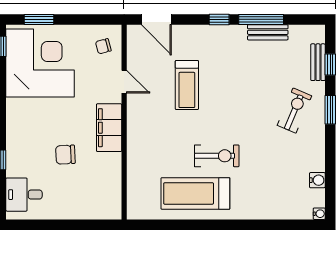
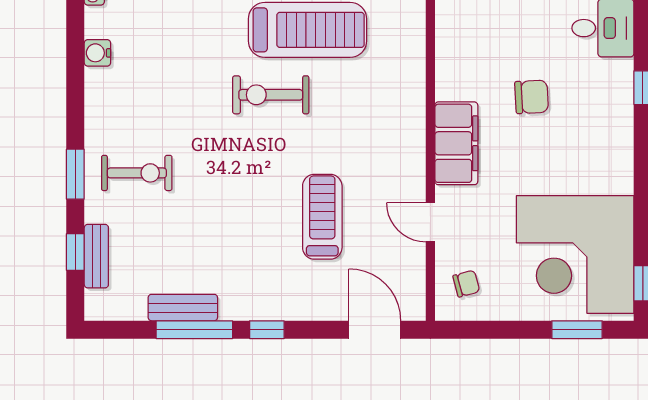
exercise bike: (294, 110) -> (137, 173), turned -113

